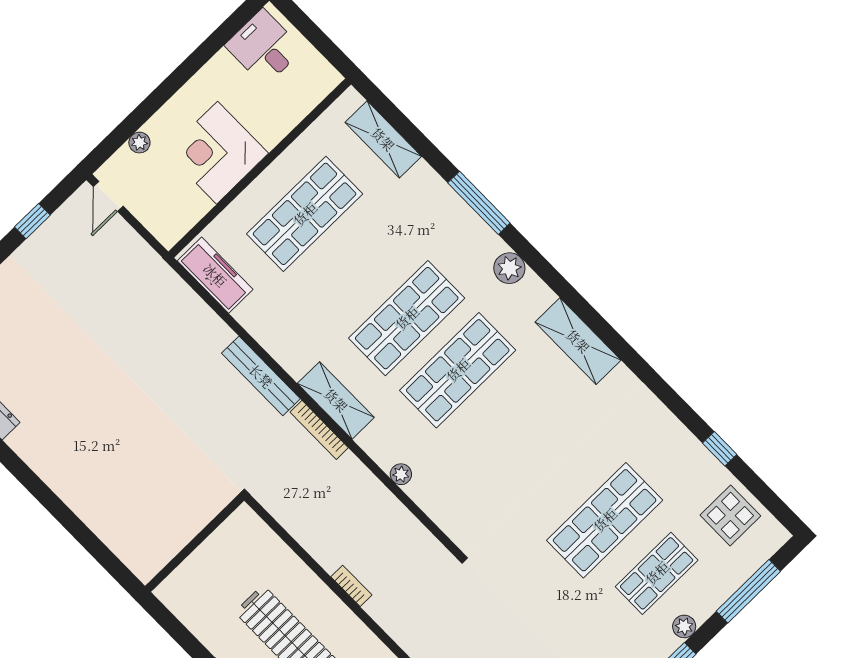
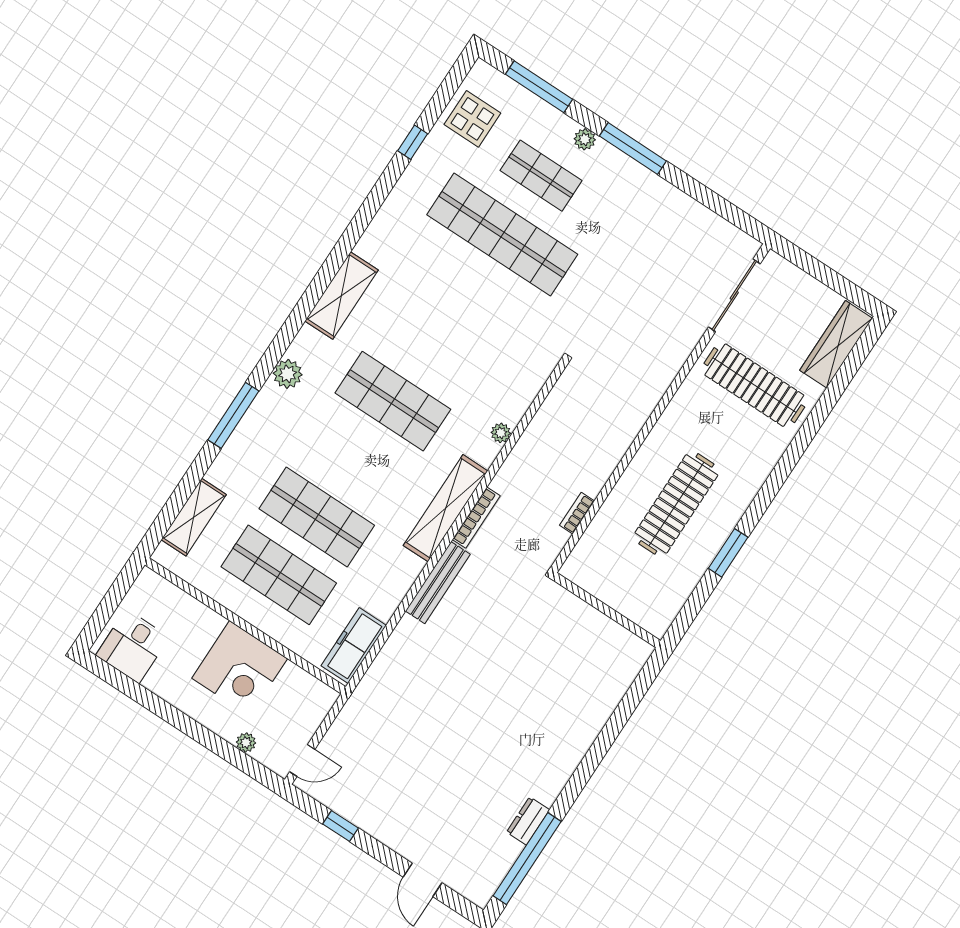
shop shelf: (407, 318) -> (317, 517), moved
shelving: (336, 400) -> (446, 508), width x1.47
shop shelf: (605, 520) -> (502, 235), width x1.40
bookcase: (351, 586) -> (577, 513), moved

